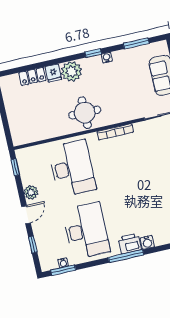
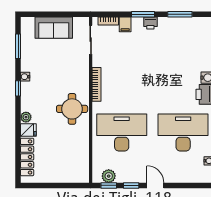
plant: (72, 71) -> (26, 117), width x0.53, depth x0.53
locker: (32, 76) -> (27, 157), width x1.53
plant: (31, 192) -> (109, 176), moved
window: (33, 245) -> (131, 185), moved

